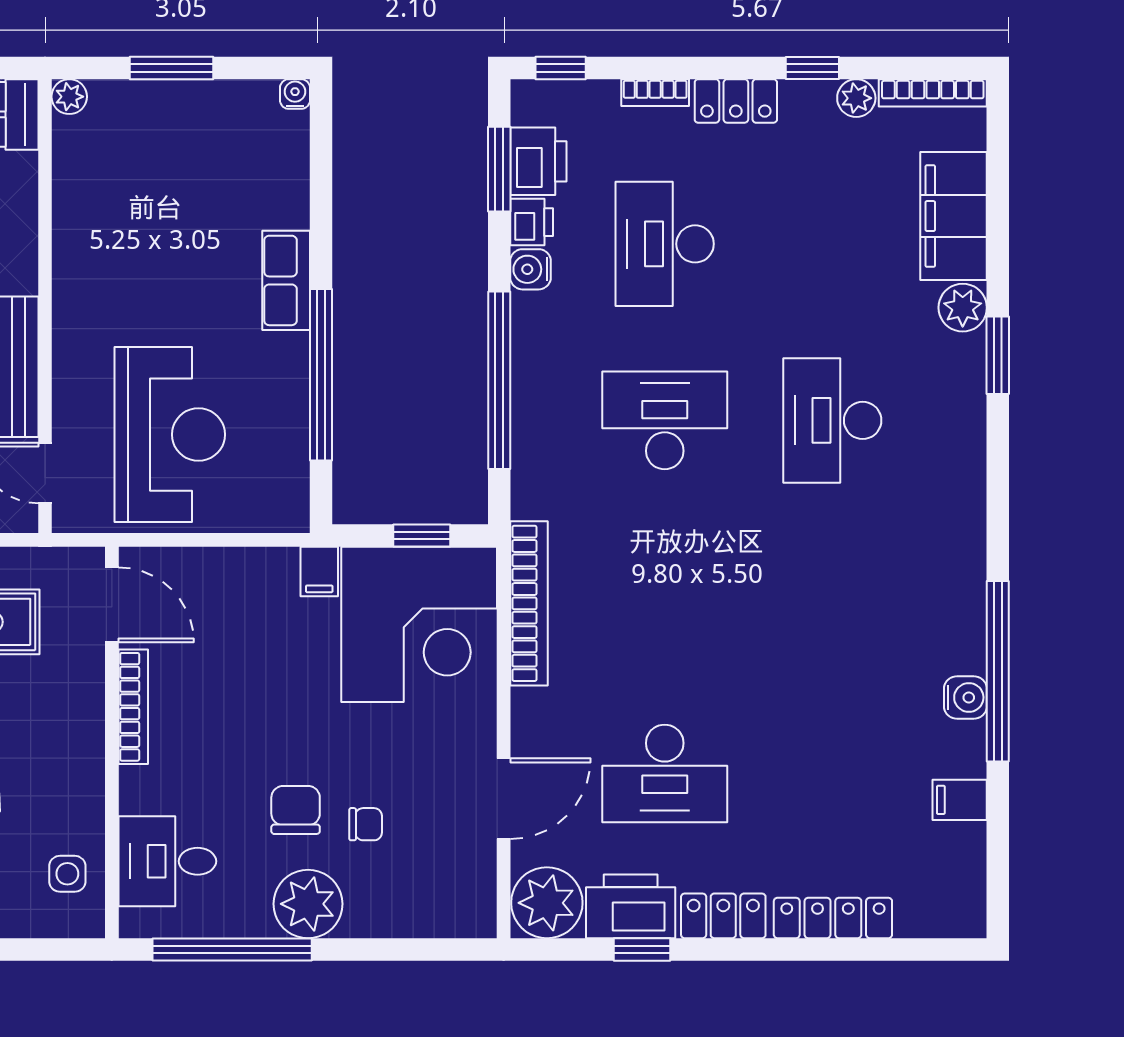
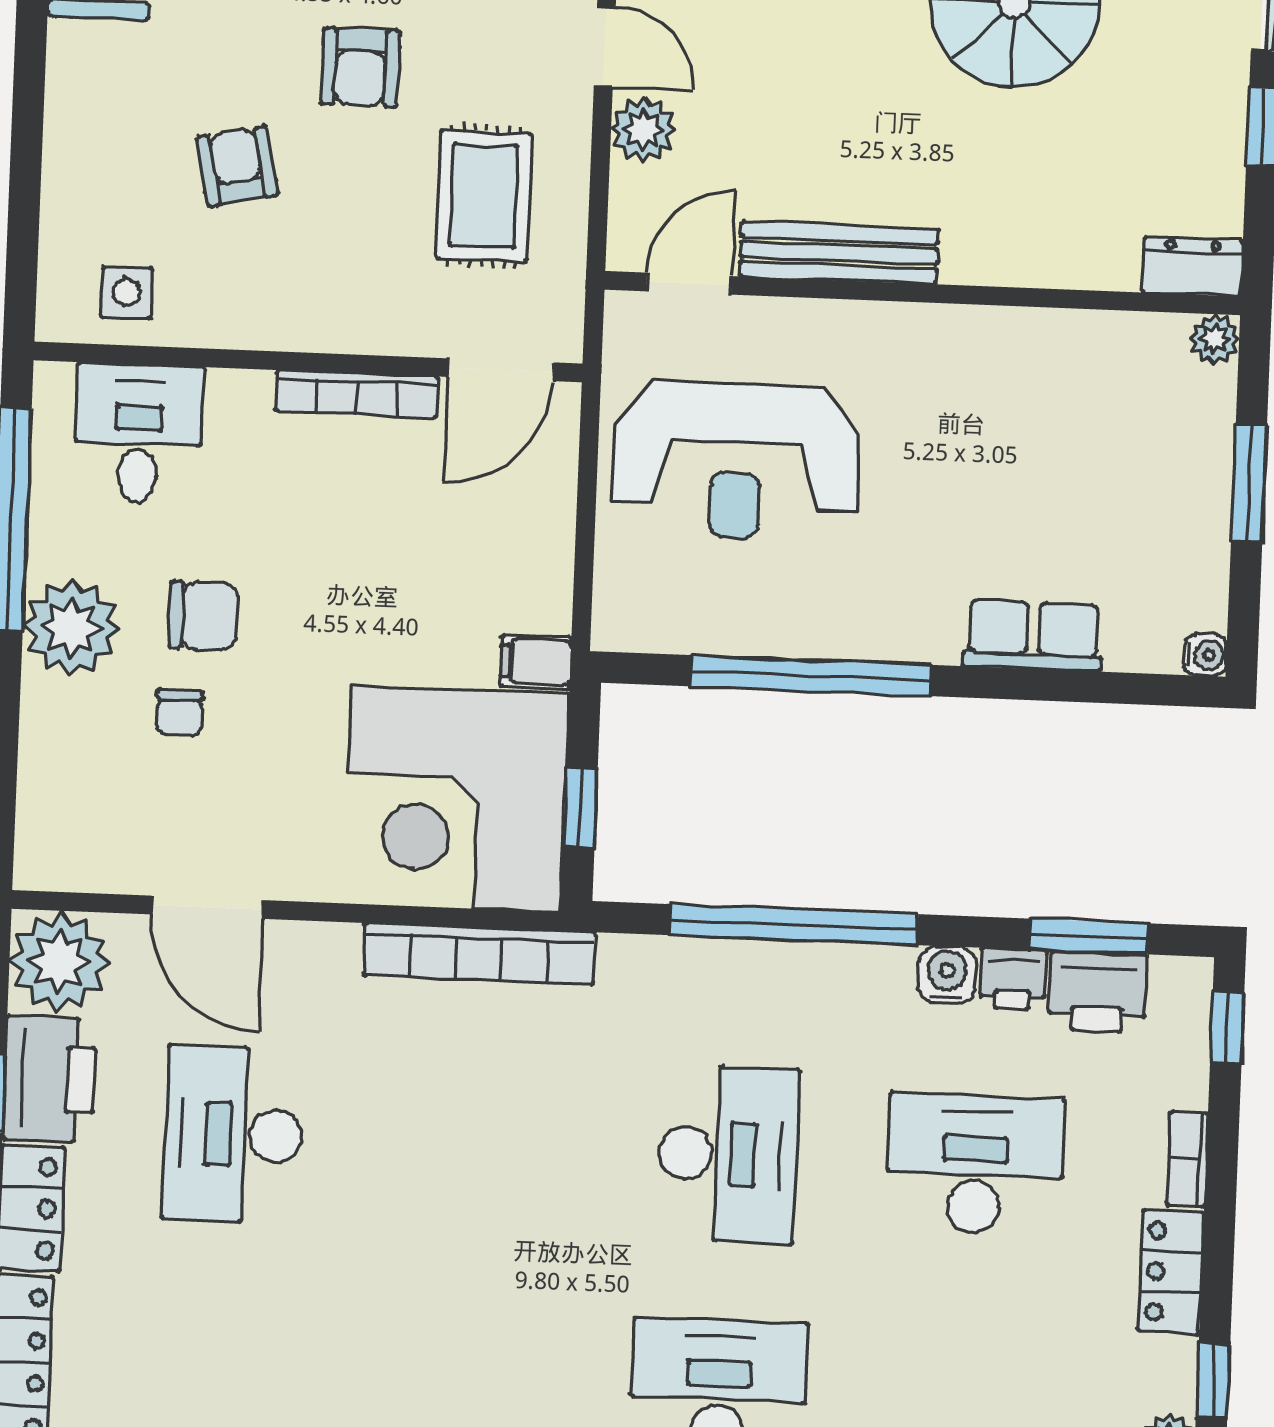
row of seats: (286, 280) -> (1033, 636), moved

